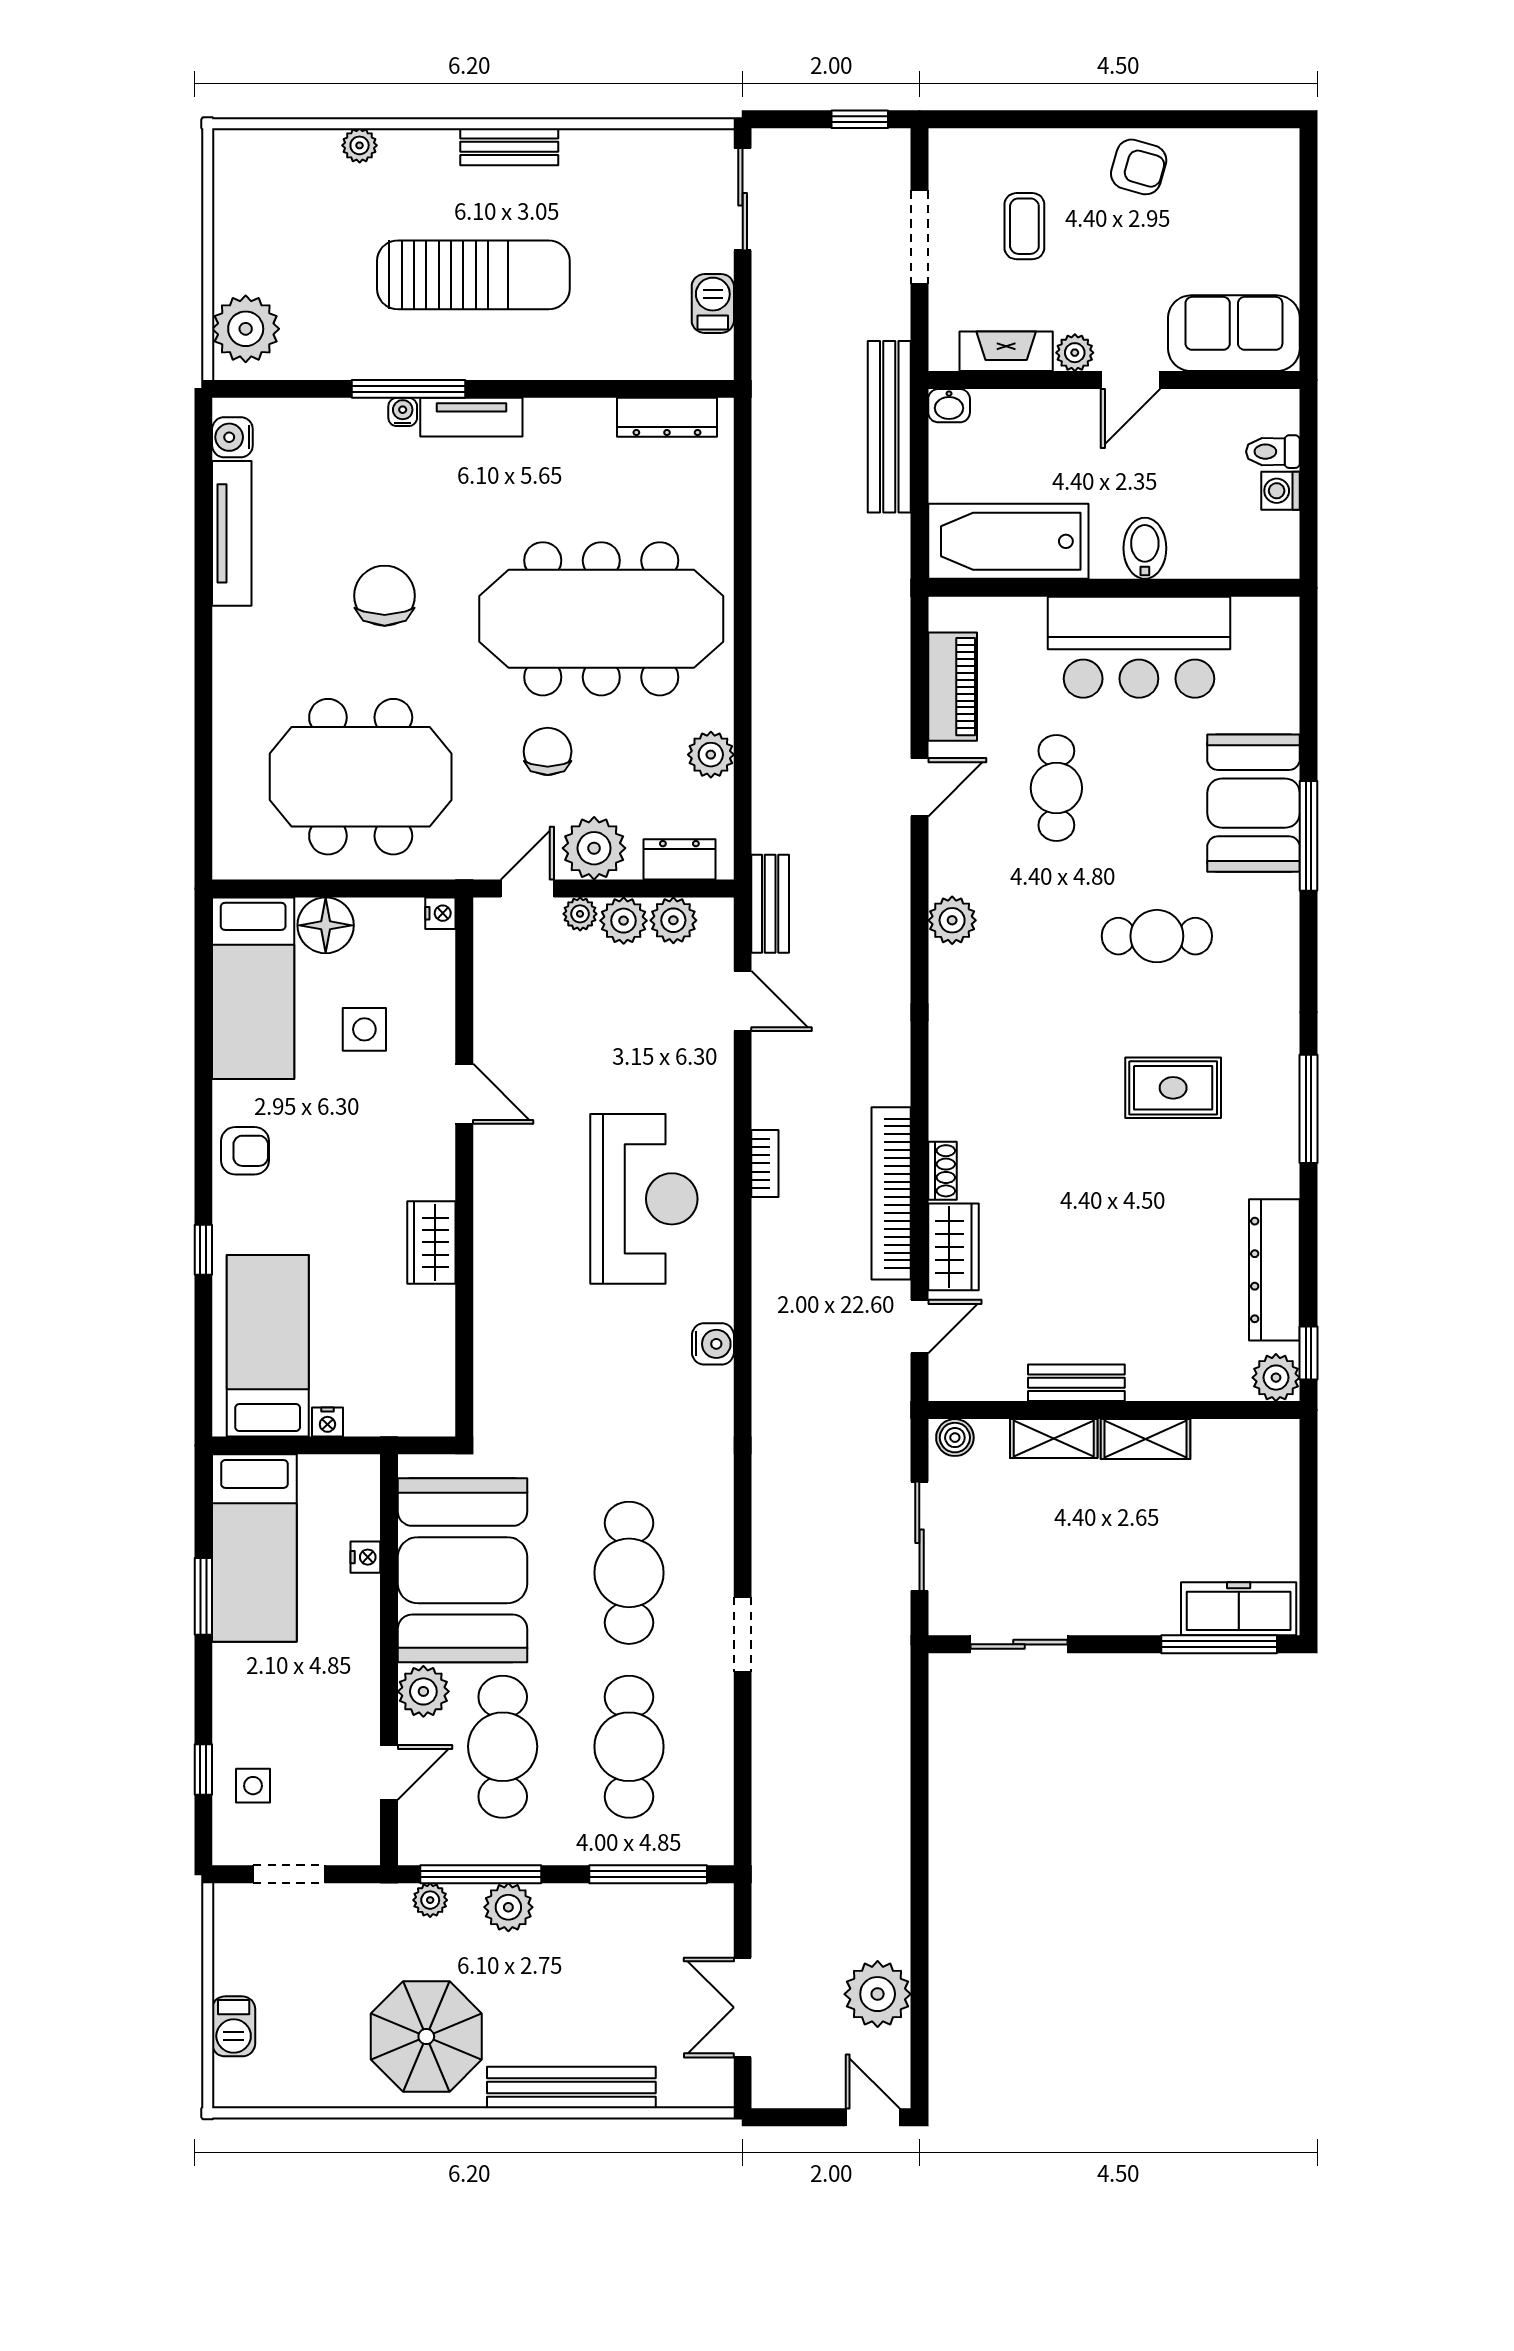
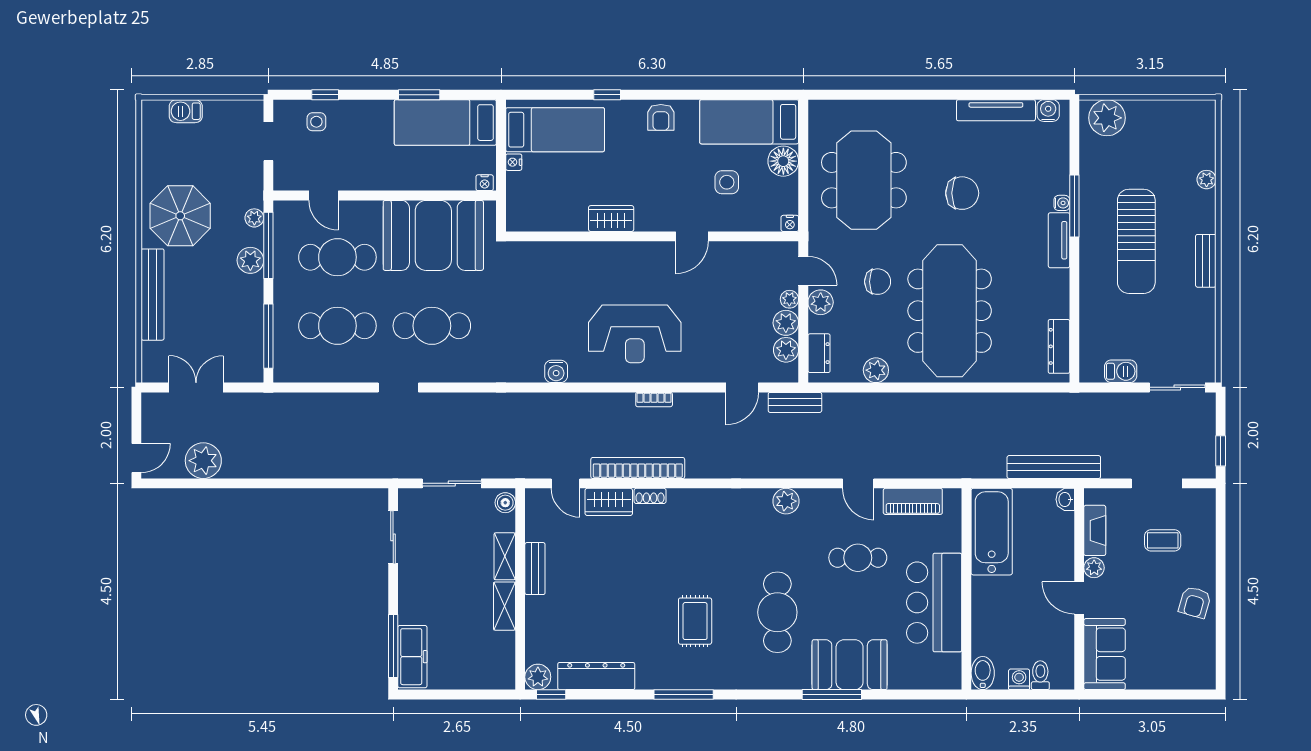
bidet: (1145, 548) -> (983, 673), moved, turned -90
plant: (594, 848) -> (821, 302), width x0.73, depth x0.73
cafe table: (1157, 936) -> (777, 612), width x1.37, depth x1.35
nightstand: (365, 1557) -> (485, 183), moved
plant: (423, 1691) -> (367, 214), removed

